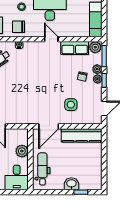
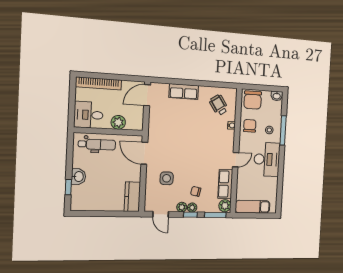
plant: (97, 69) -> (182, 207), moved
kitchen counter: (82, 135) -> (132, 197), width x0.67

